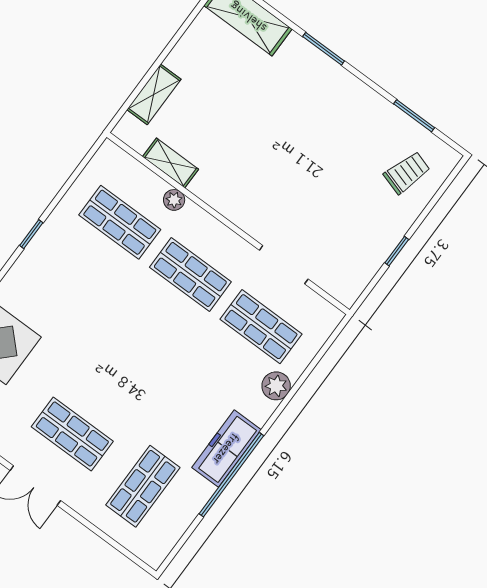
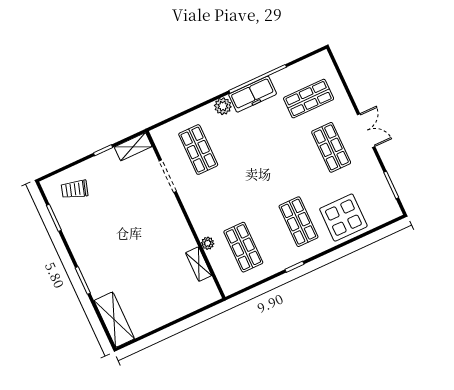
shelving: (154, 94) -> (133, 147), moved
shop shelf: (190, 274) -> (298, 222), moved
plant: (276, 386) -> (223, 106), moved

